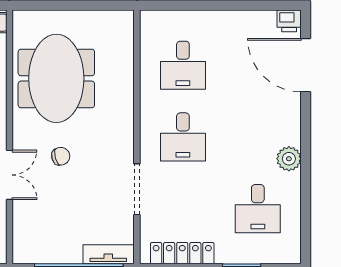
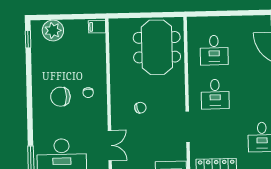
meeting table: (56, 78) -> (157, 47), moved
double door: (9, 175) -> (110, 146), moved

